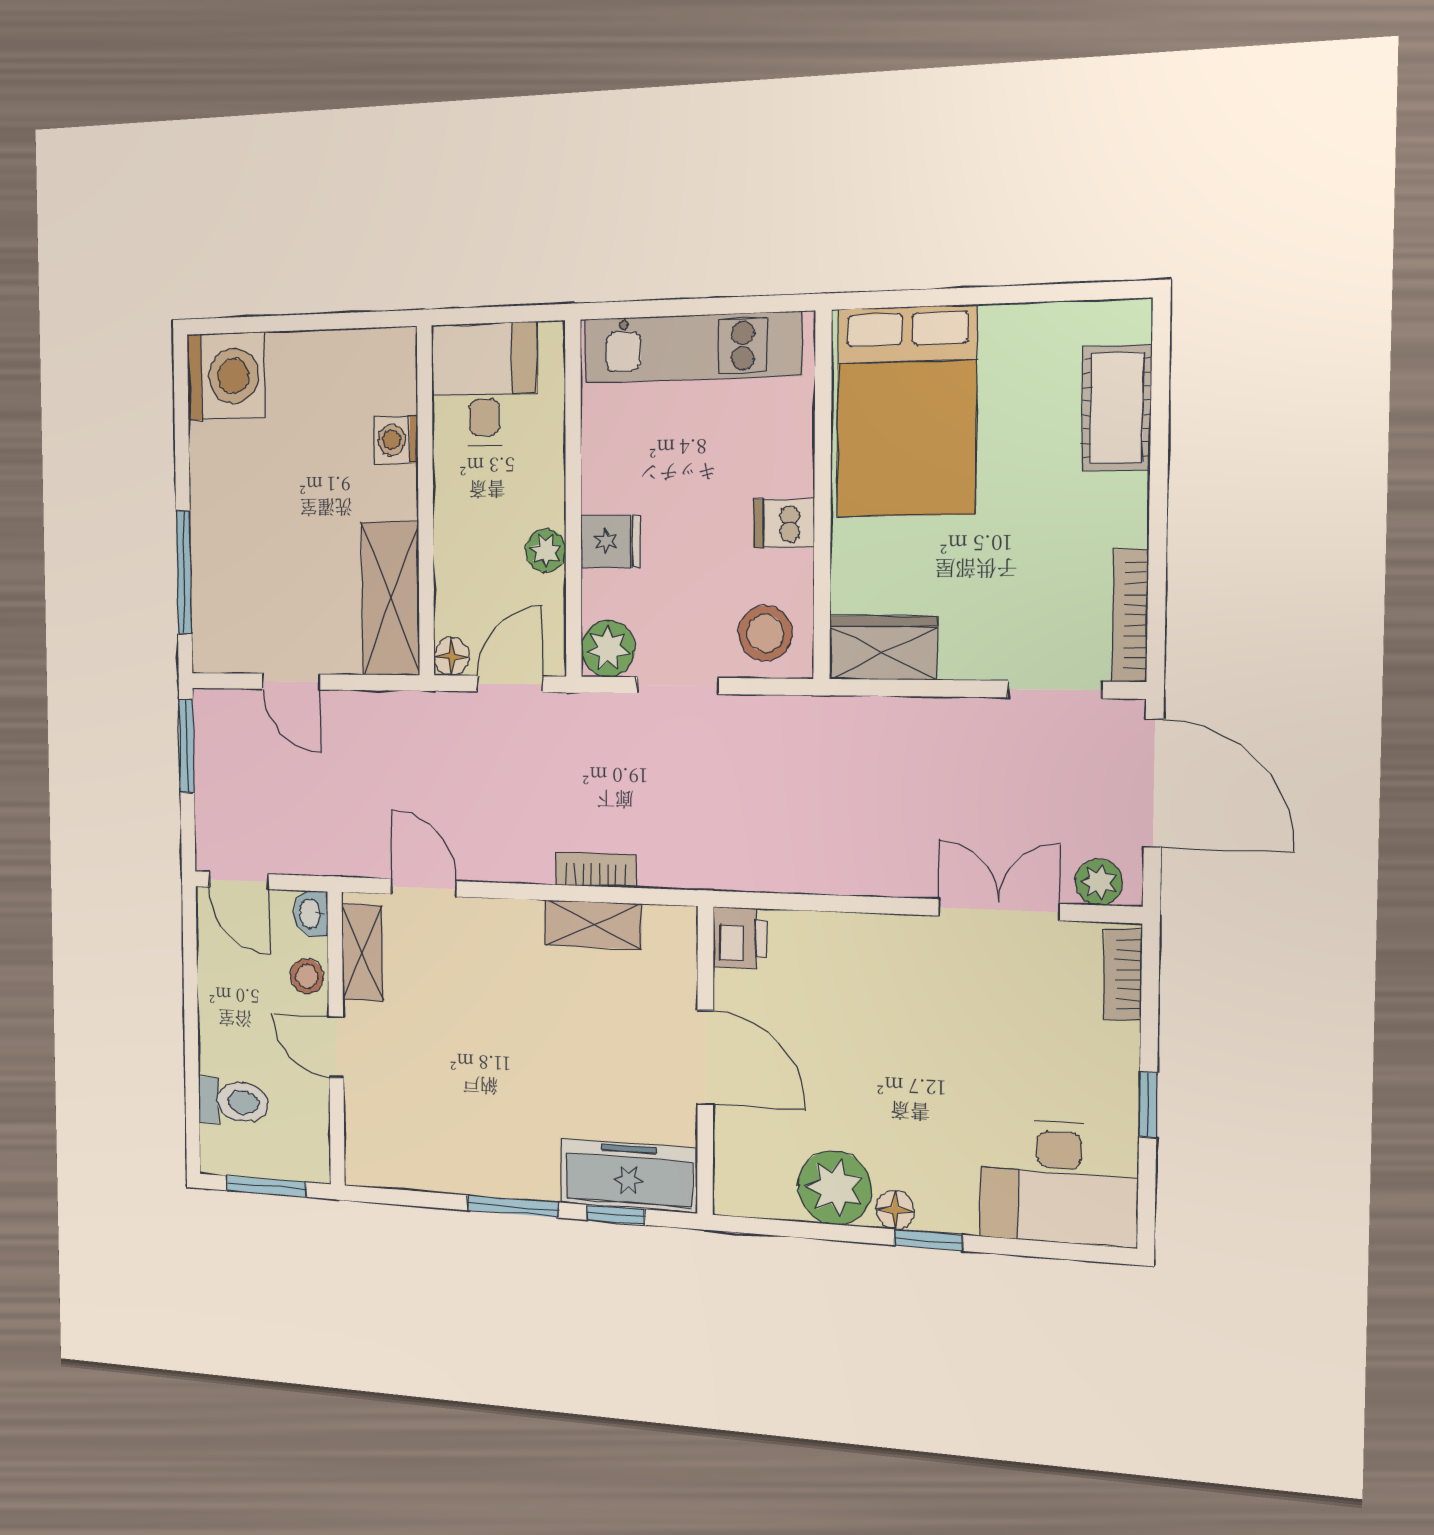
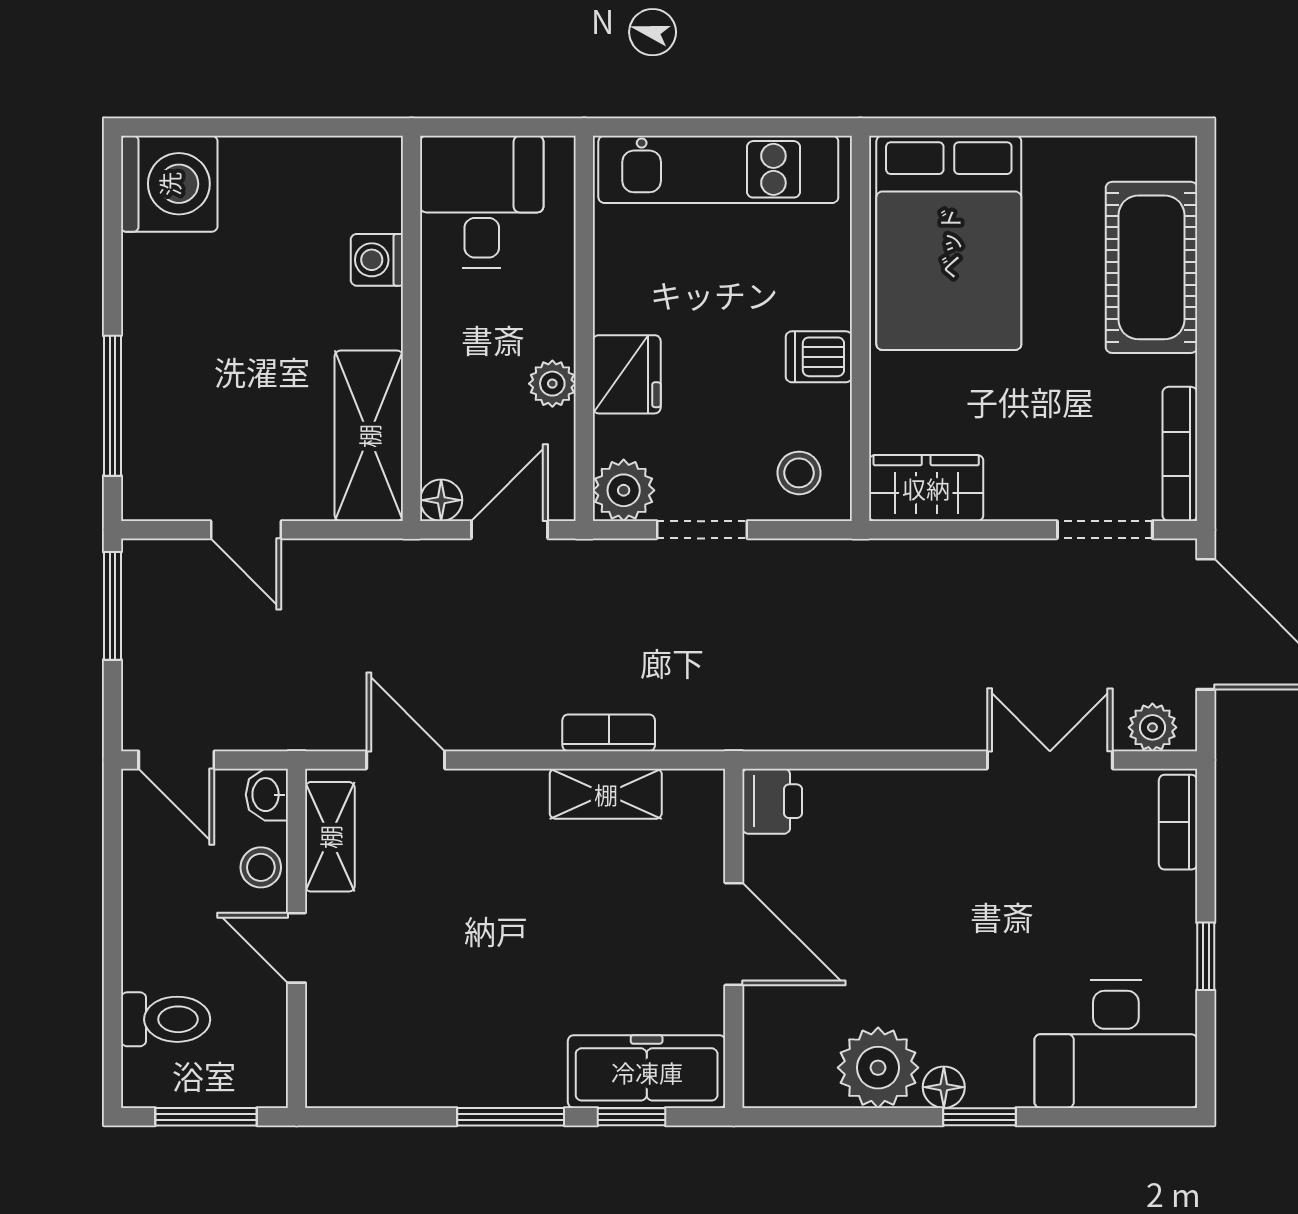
cot: (1117, 408) -> (1151, 267), width x1.37, depth x1.34
fridge: (611, 541) -> (627, 374), width x1.38
stool: (765, 633) -> (799, 473), width x0.73, depth x0.73

